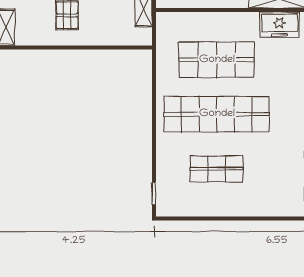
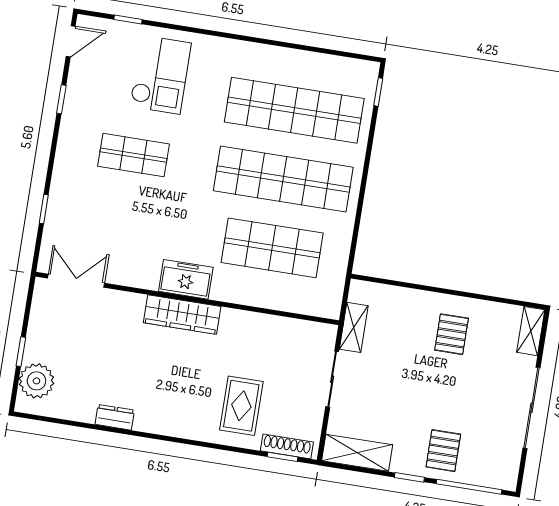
shop shelf: (217, 169) -> (294, 110), width x2.00, depth x1.36

